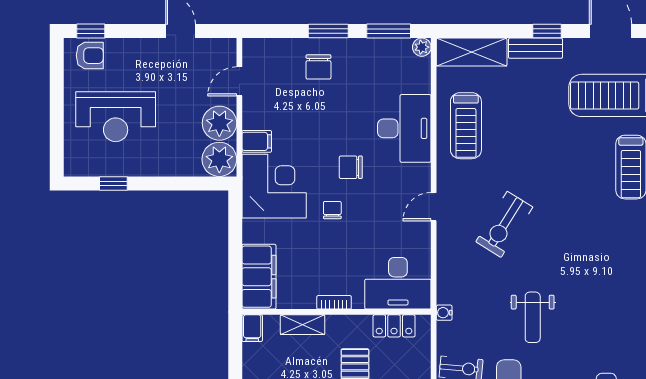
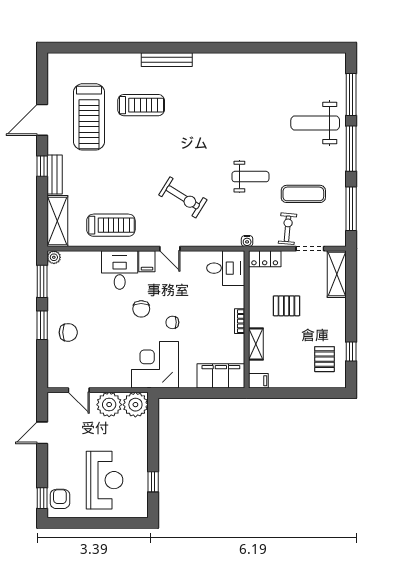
desk: (404, 128) -> (120, 270), width x0.73
filing cabinet: (257, 141) -> (147, 261), moved, turned 180
desk: (398, 283) -> (226, 268), width x0.73
locker: (394, 326) -> (265, 259), moved, turned 90

